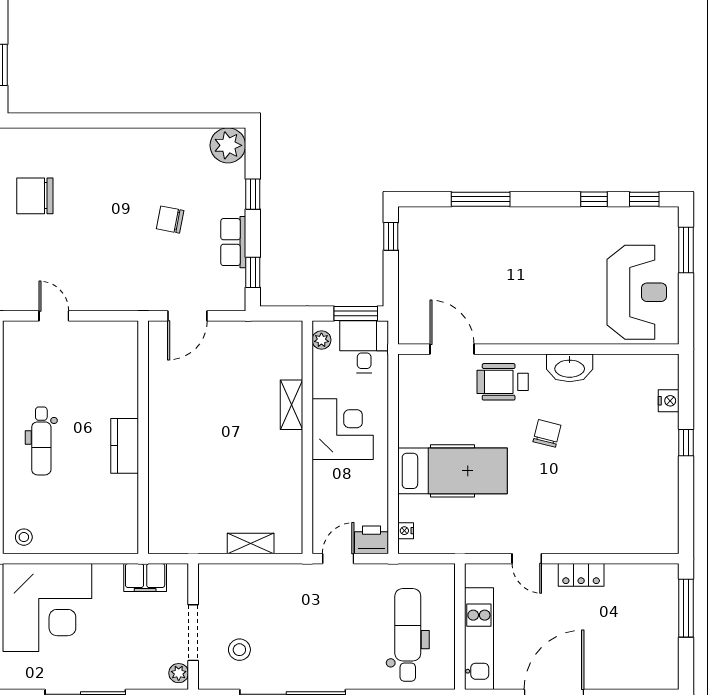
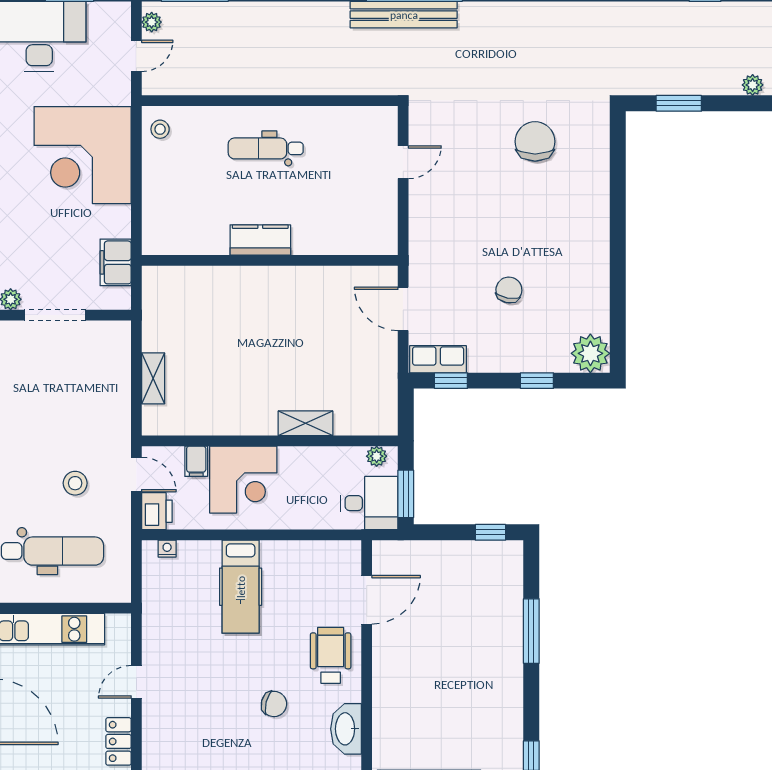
row of seats: (233, 242) -> (438, 359), moved
corner desk: (343, 429) -> (243, 480), moved
hospital bed: (453, 471) -> (241, 587), width x0.73, depth x0.78
filing cabinet: (326, 504) -> (196, 461), added
stool: (239, 650) -> (75, 483), moved

